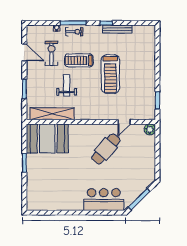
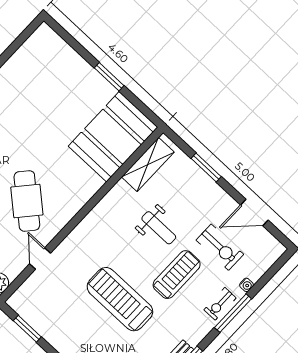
shelving: (52, 114) -> (148, 165), width x0.68

